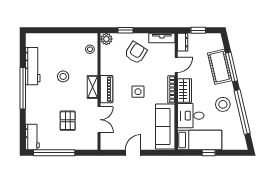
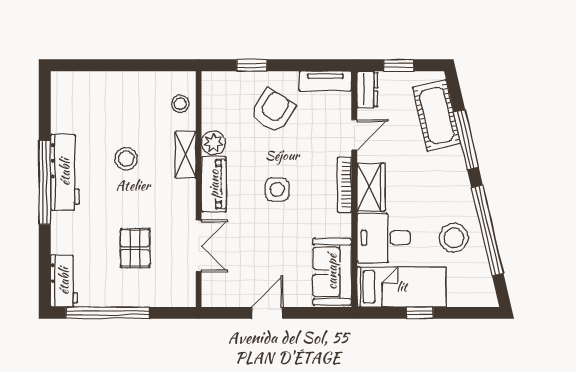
plant: (106, 39) -> (213, 143), moved
workbench: (33, 66) -> (65, 172), moved
cot: (220, 67) -> (437, 115), moved
shelving: (93, 87) -> (185, 155), moved
stool: (223, 104) -> (454, 238), moved
sofa: (165, 127) -> (332, 272), width x0.73

